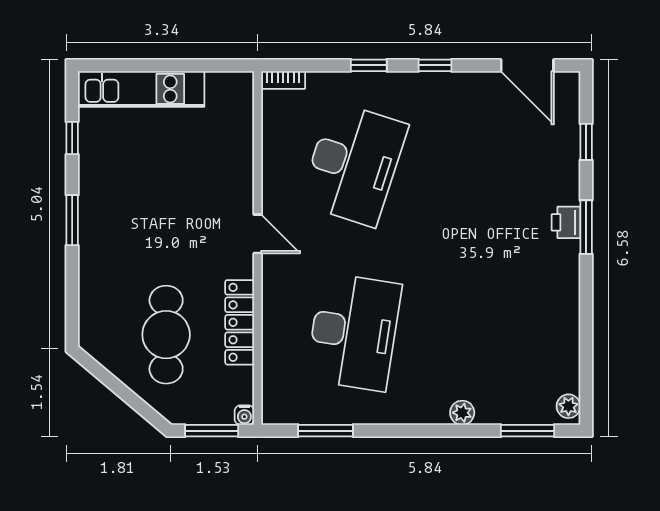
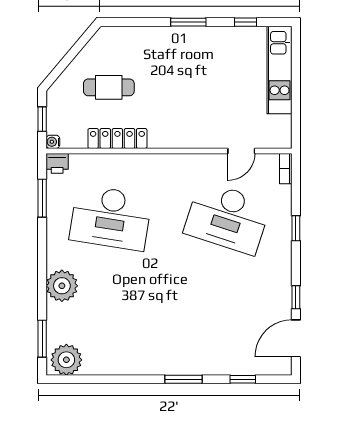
window: (435, 65) -> (296, 297), moved
printer: (566, 222) -> (57, 163), moved, turned 180
door: (258, 234) -> (241, 151), moved
cafe table: (166, 335) -> (109, 87), width x0.73, depth x0.74
plant: (568, 406) -> (66, 360), width x1.88, depth x1.88
plant: (462, 413) -> (62, 286), width x1.87, depth x1.87
window: (212, 431) -> (42, 119), width x0.67

